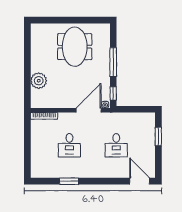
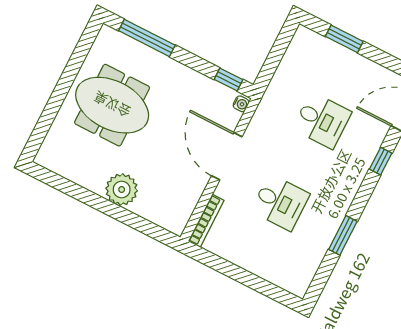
window: (113, 62) -> (147, 38), moved
plant: (39, 81) -> (122, 189), moved
door: (89, 110) -> (227, 156), moved
window: (111, 181) -> (381, 161), added

